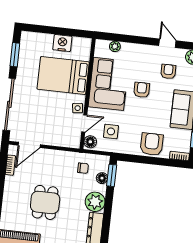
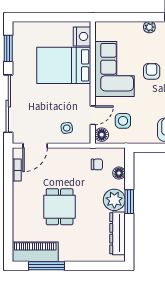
nightstand: (62, 43) -> (82, 36), moved, turned 90
plant: (115, 46) -> (149, 27), moved
side table: (78, 108) -> (67, 128), moved
window: (112, 175) -> (129, 202), moved

